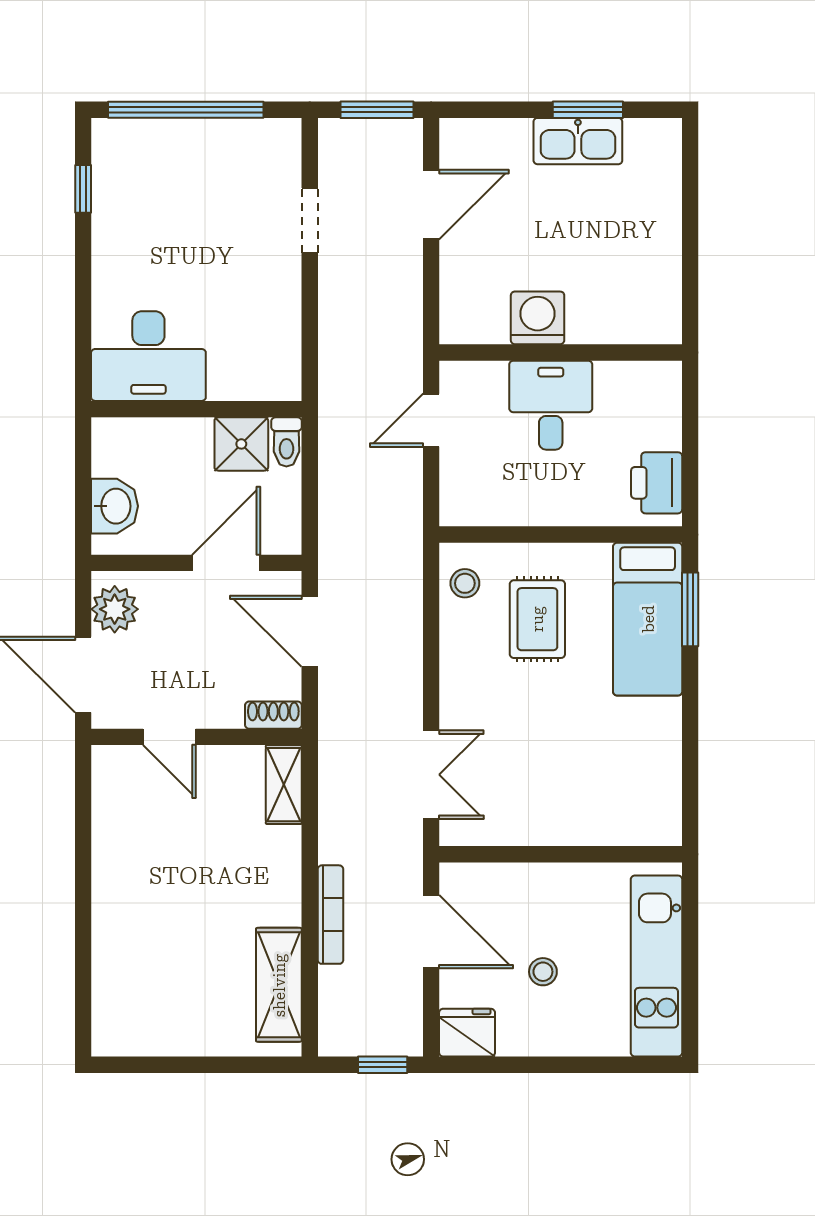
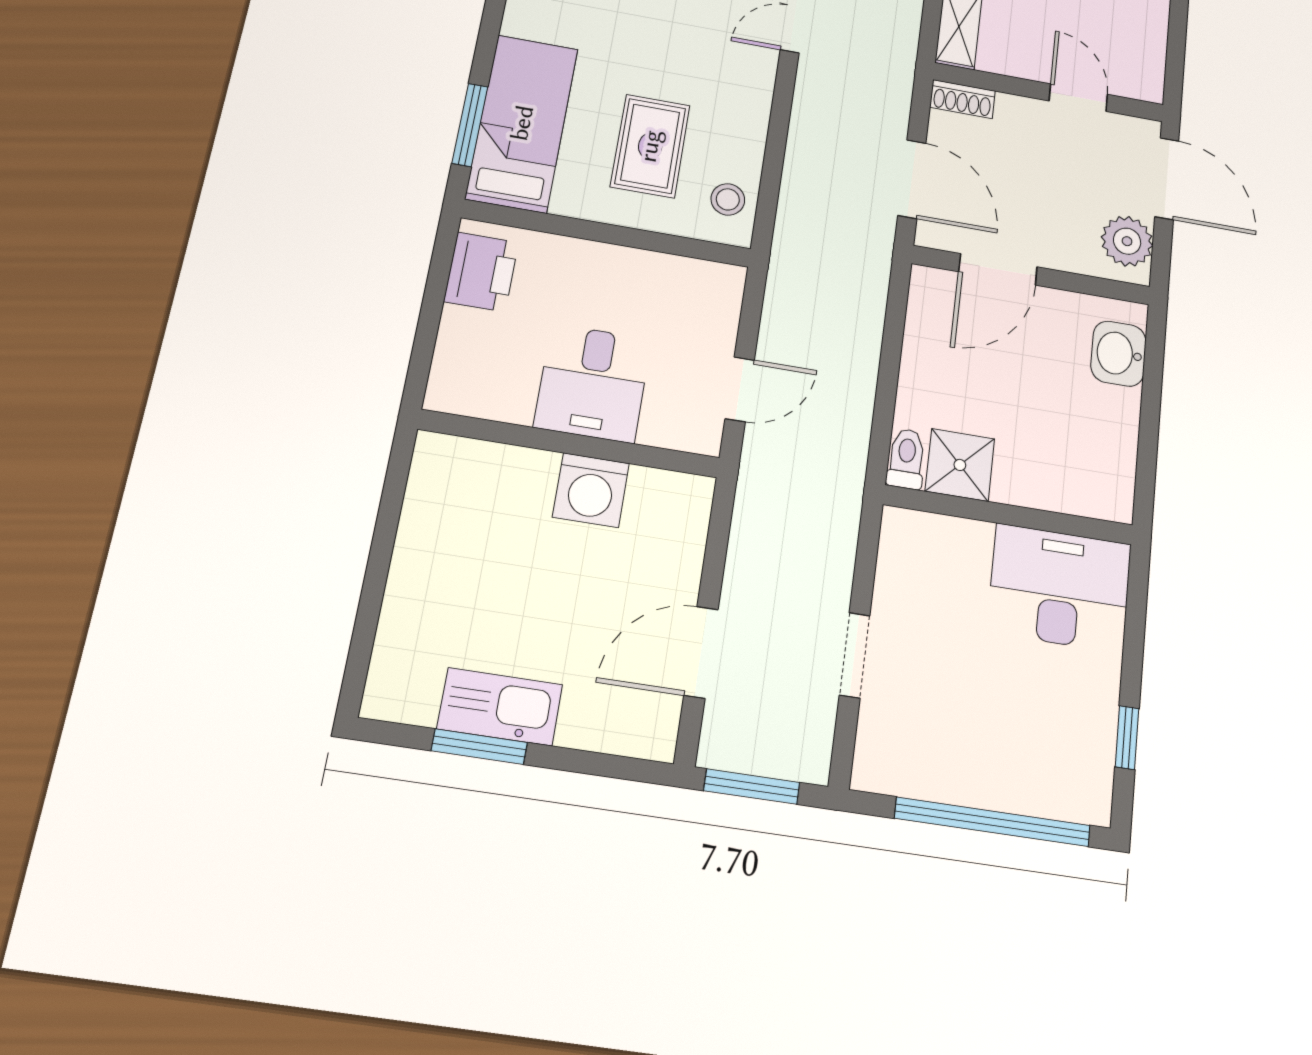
desk: (148, 356) -> (1060, 588), moved
wall: (196, 409) -> (1009, 515), moved
toilet: (286, 442) -> (906, 459), moved
shower: (241, 444) -> (960, 465), moved

